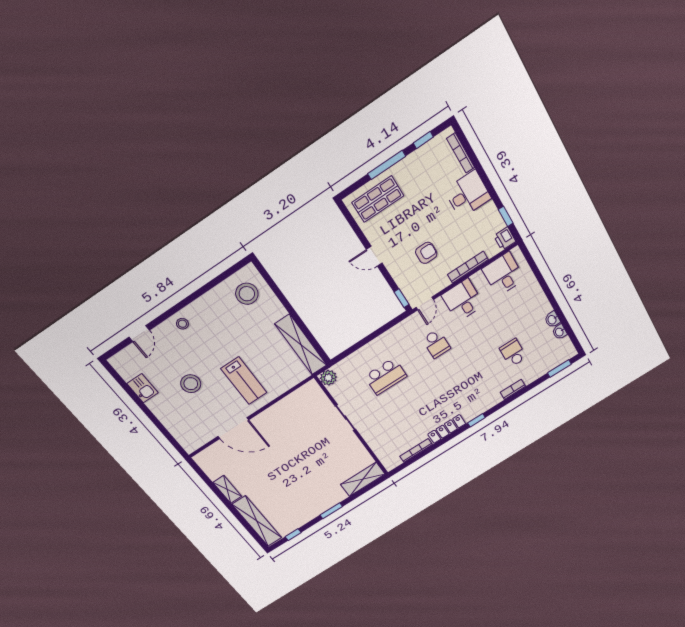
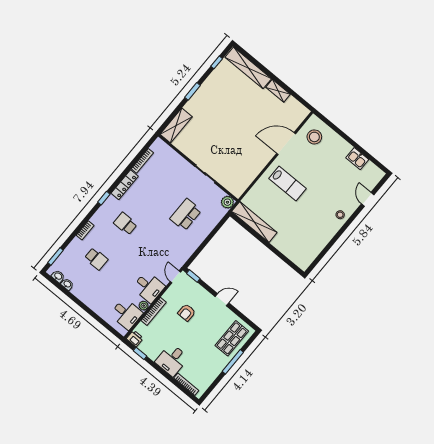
window: (423, 140) -> (214, 385), removed
plant: (478, 278) -> (144, 306), added
stool: (247, 294) -> (302, 249), removed
washbasin: (552, 320) -> (58, 276), moved
school desk: (436, 344) -> (125, 224), moved
lab bench: (244, 381) -> (288, 184), turned 180
stool: (191, 384) -> (314, 137), moved

